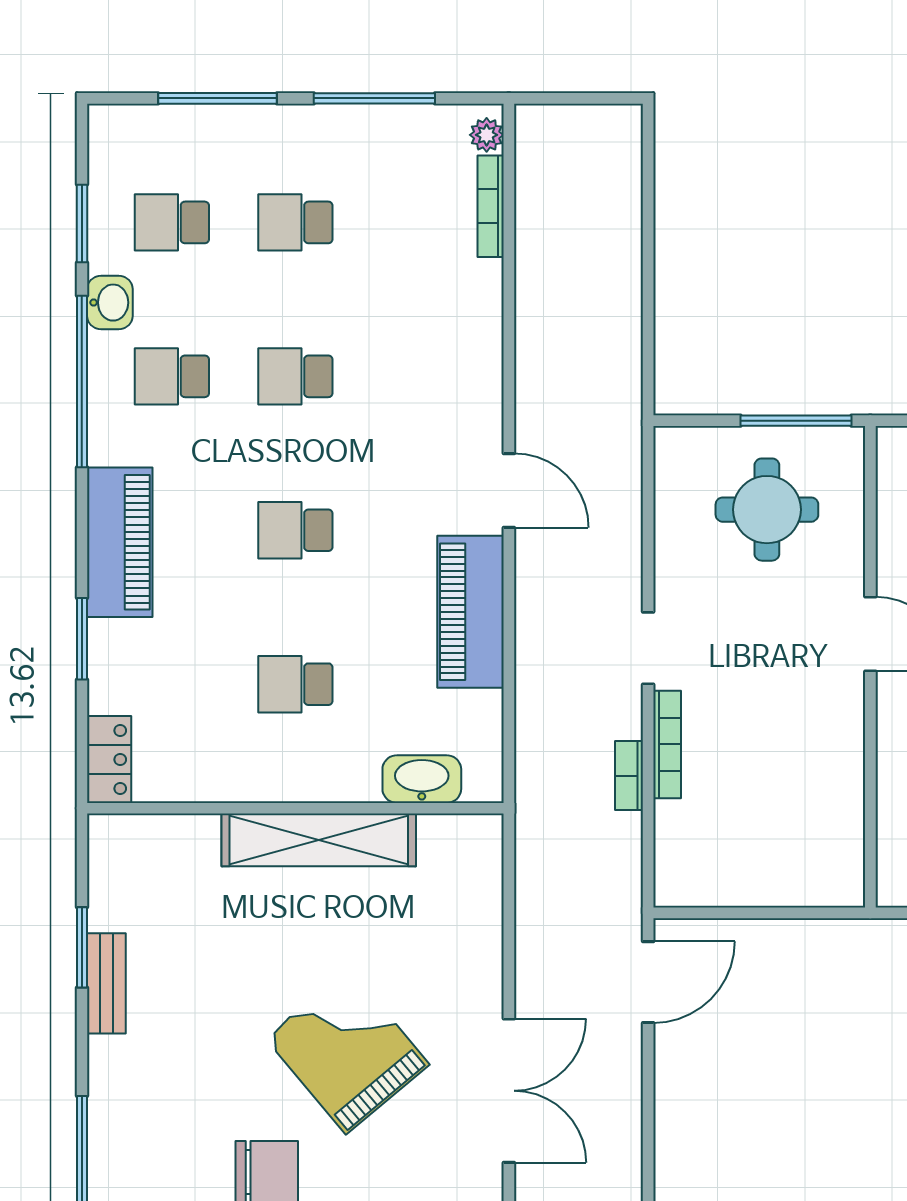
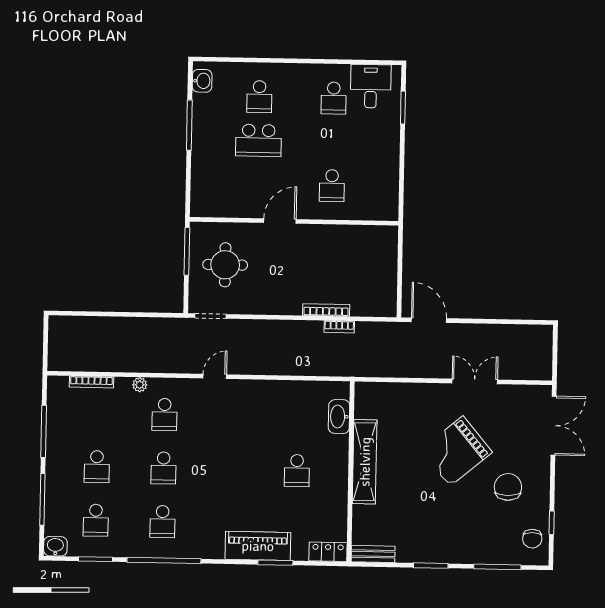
plant: (487, 135) -> (140, 385), moved
washbasin: (110, 303) -> (55, 546), moved
door: (509, 491) -> (215, 376), width x0.73
school desk: (295, 530) -> (165, 414), moved
piano: (120, 542) -> (258, 546), moved
piano: (471, 612) -> (267, 394), removed
doorway: (648, 648) -> (211, 316), moved
window: (82, 947) -> (431, 566), moved
bench: (106, 983) -> (373, 554), moved
double door: (509, 1091) -> (475, 381), width x0.73

